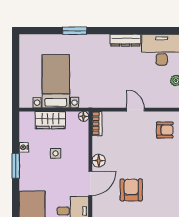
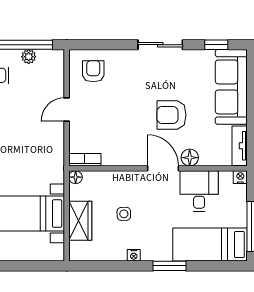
nightstand: (24, 147) -> (134, 255), moved
floor lamp: (99, 161) -> (190, 158), moved
window: (16, 166) -> (170, 266), moved

